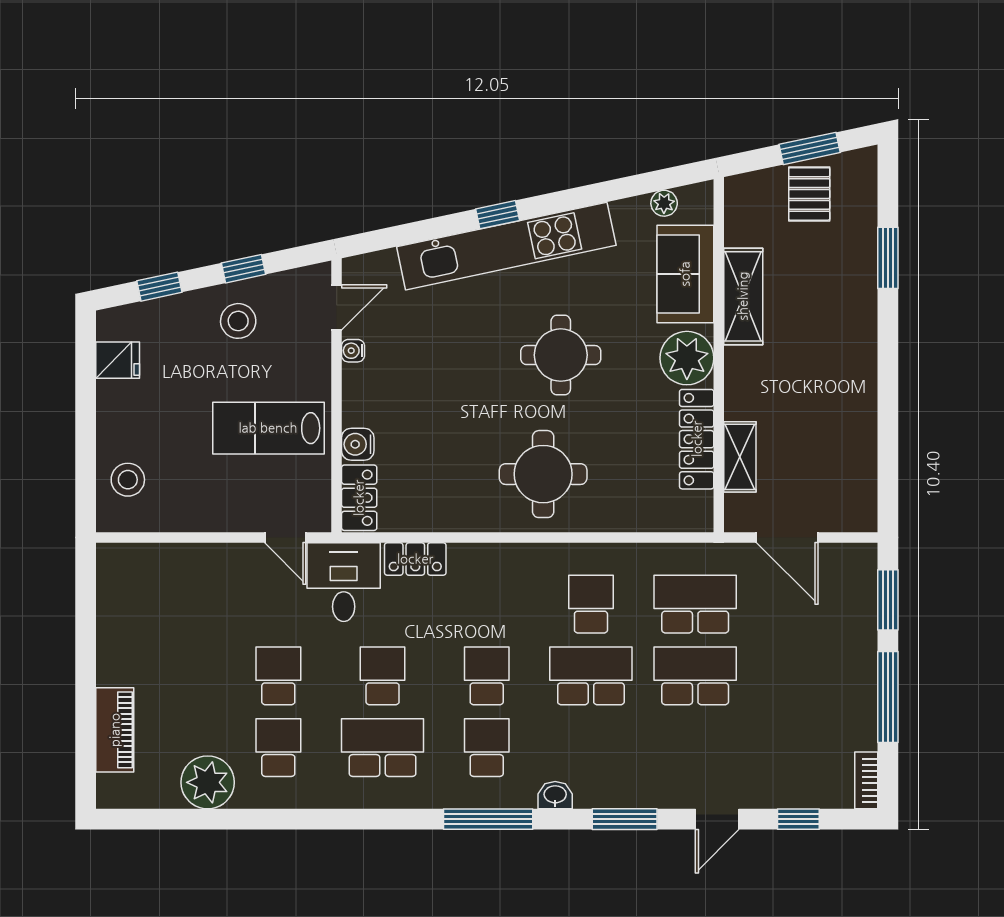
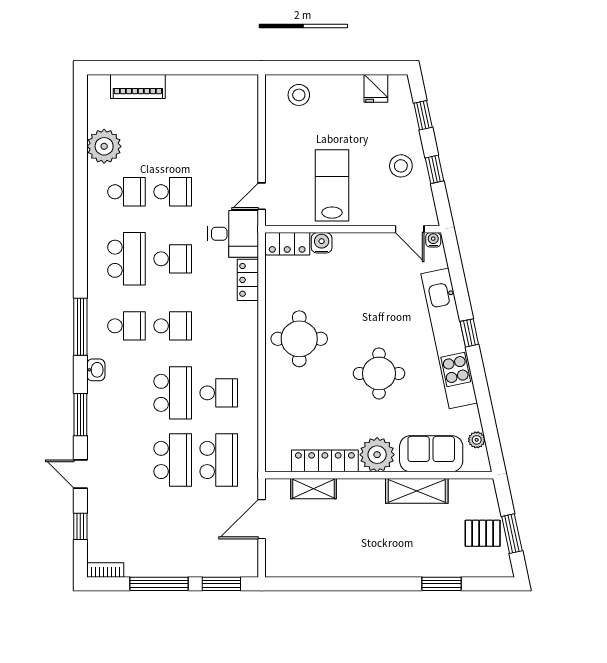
water cooler: (353, 351) -> (433, 240), moved
round table: (543, 474) -> (299, 339), moved

